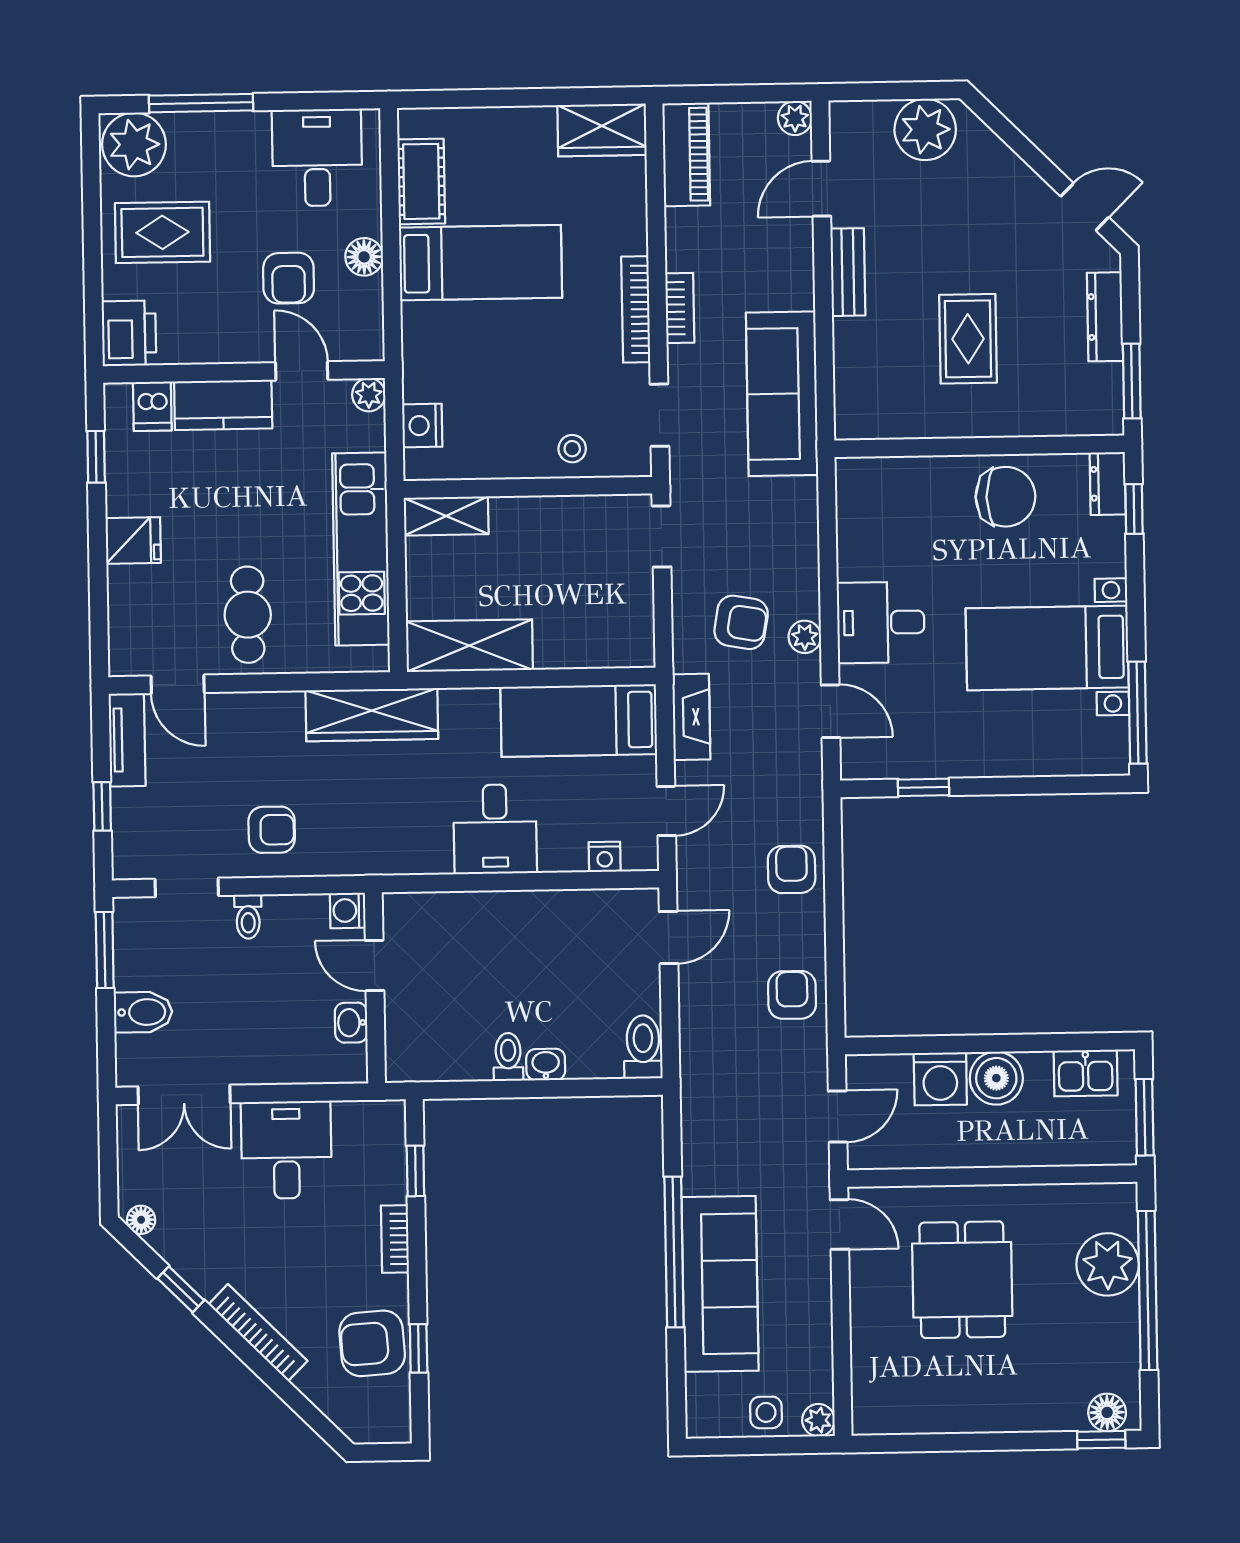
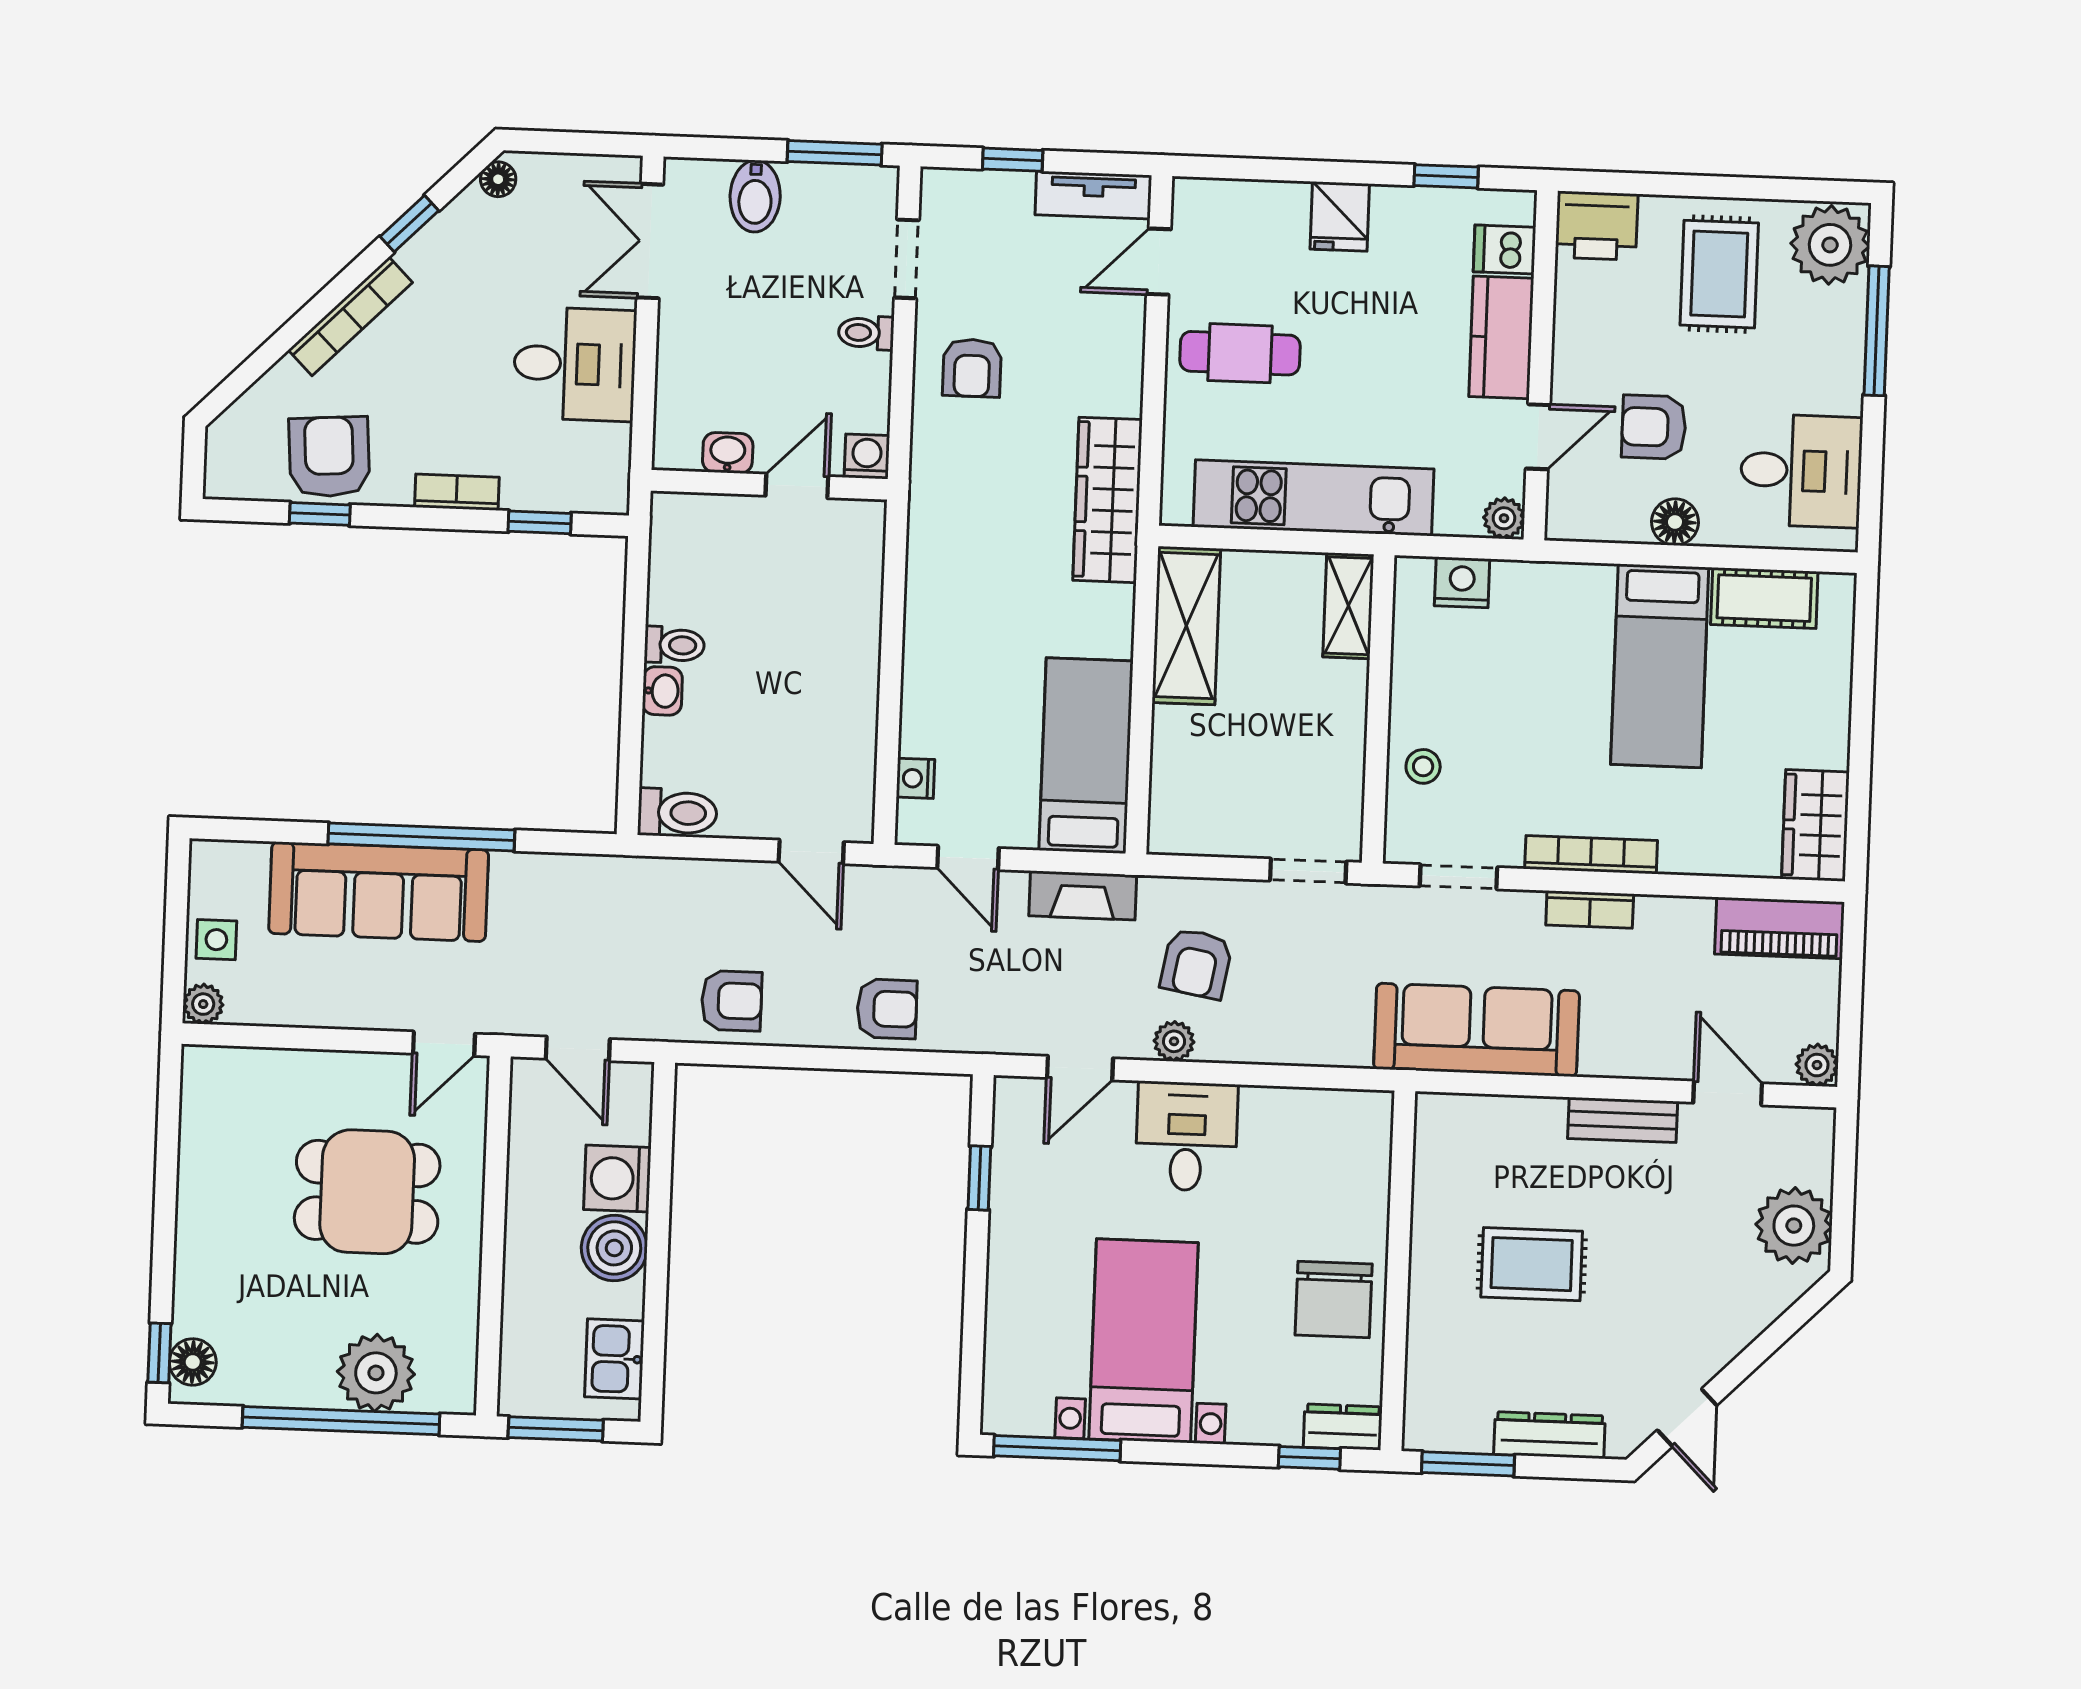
desk: (495, 829) -> (957, 645), removed

